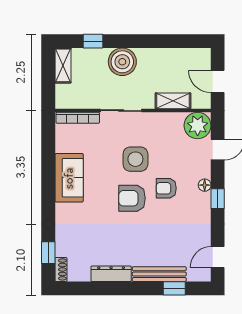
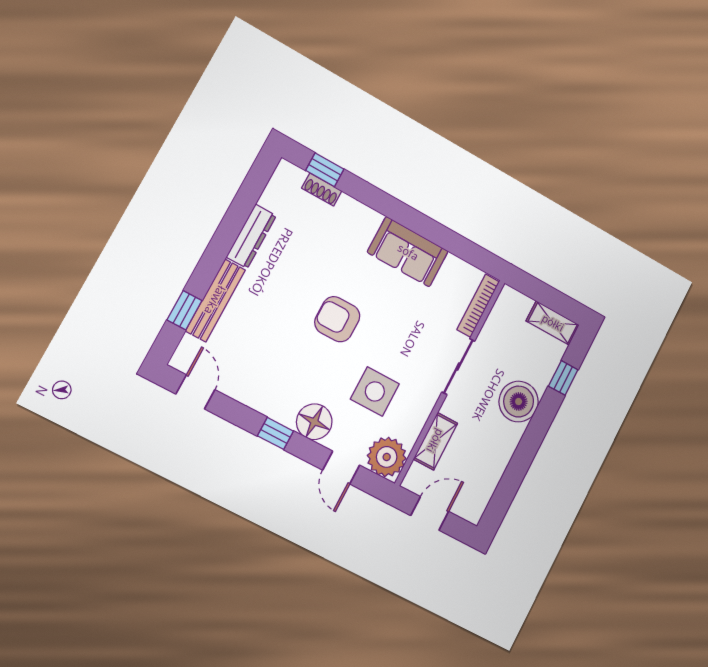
side table: (135, 159) -> (375, 391), moved
floor lamp: (205, 185) -> (314, 422), width x1.89, depth x1.89
armchair: (166, 188) -> (326, 372), removed
armchair: (132, 198) -> (337, 319), turned -90
shoe rack: (61, 269) -> (322, 190), moved

